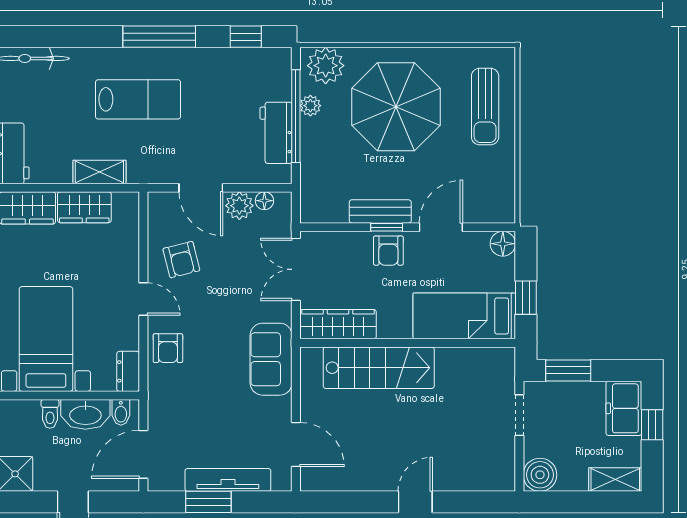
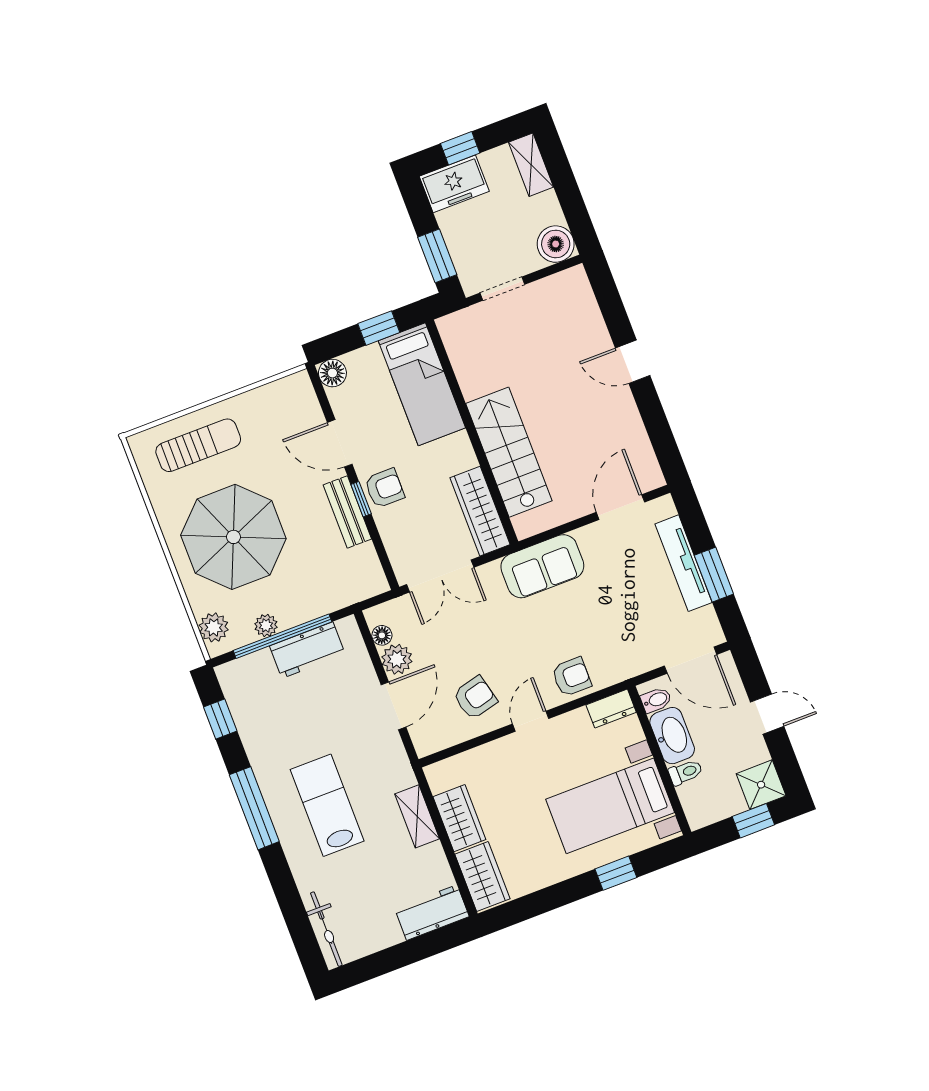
plant: (326, 66) -> (214, 627), width x0.73, depth x0.73

